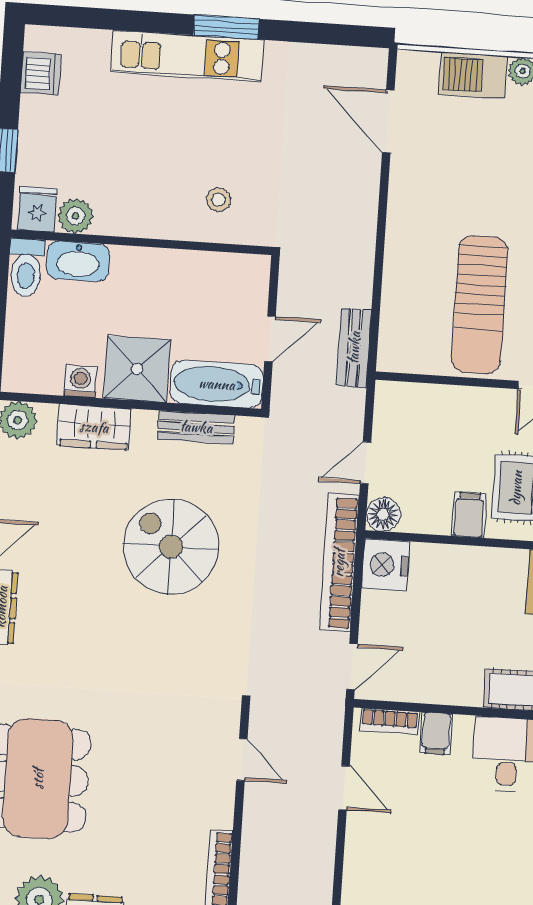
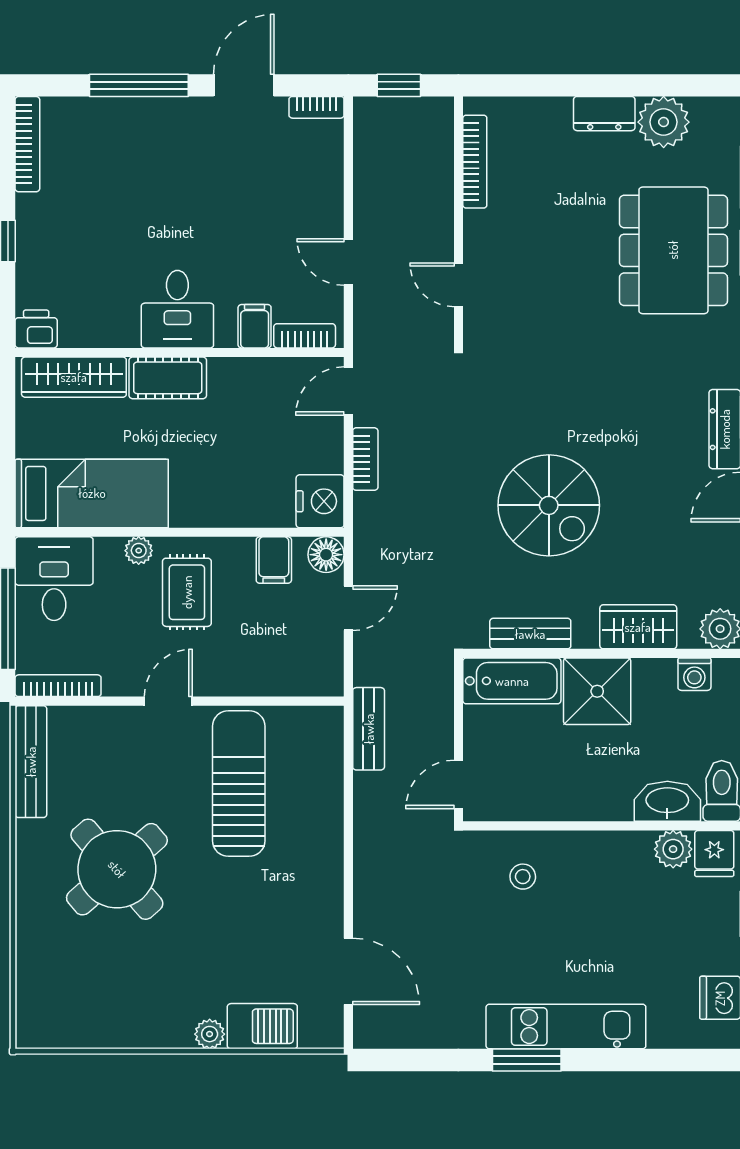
door: (270, 339) -> (458, 785), moved
washing machine: (80, 381) -> (694, 674), moved
filing cabinet: (469, 515) -> (274, 560), moved
bookcase: (339, 563) -> (365, 459), width x0.43, depth x0.76

